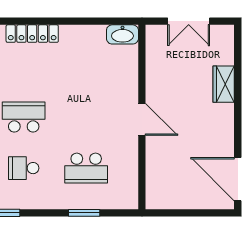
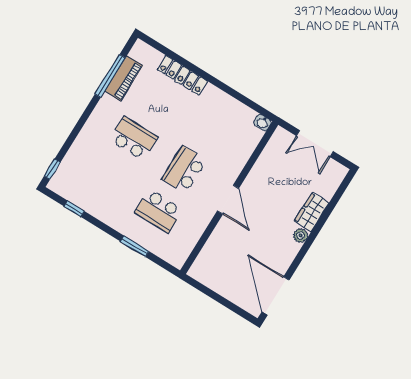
washbasin: (122, 34) -> (262, 123), width x0.52, depth x0.69
plant: (227, 111) -> (300, 235), added
school desk: (24, 168) -> (184, 170), moved, width x1.85

